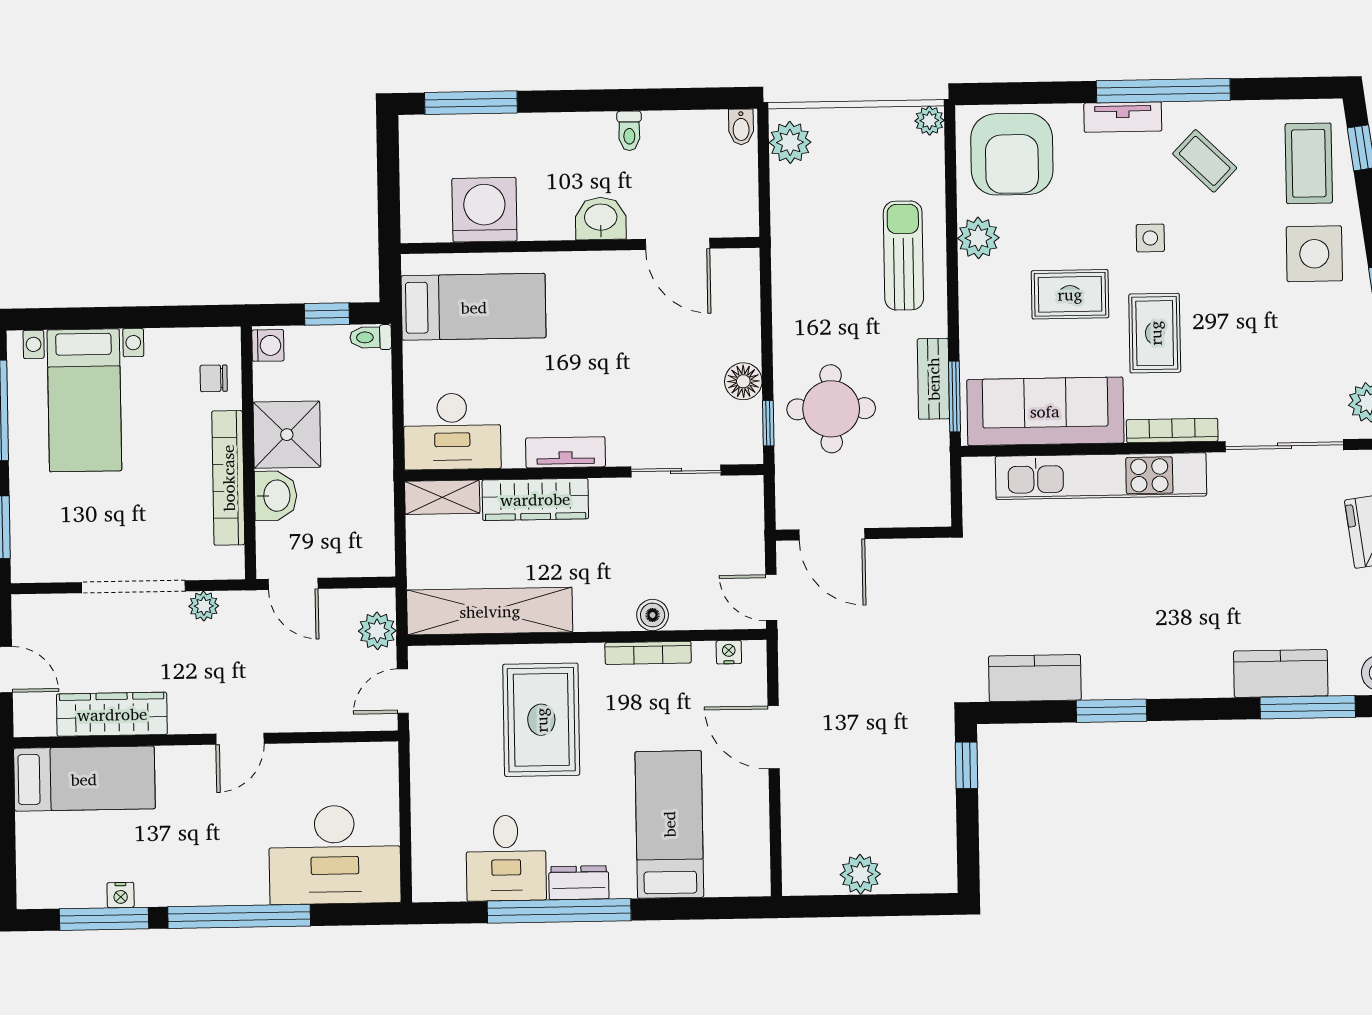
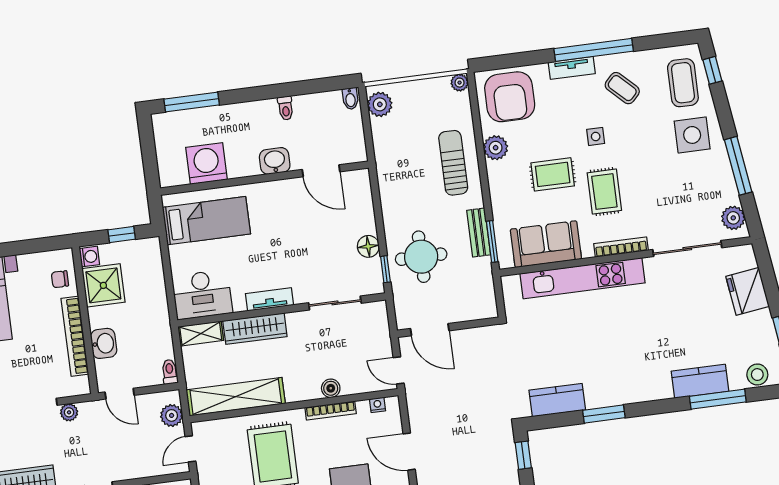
toilet: (371, 337) -> (170, 372), moved, turned 90
sofa: (1045, 411) -> (546, 244), width x0.73
shower: (287, 435) -> (103, 285), moved

